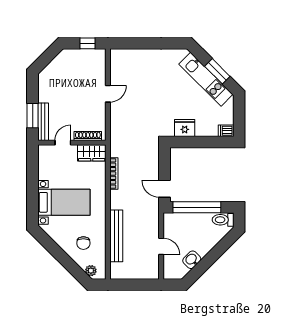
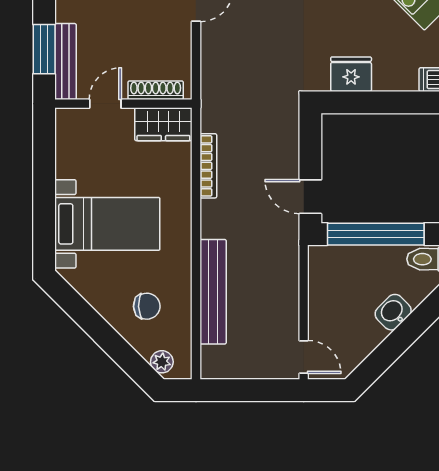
chair: (83, 243) -> (147, 306), turned -92
door: (161, 246) -> (304, 357), moved
washbasin: (192, 260) -> (393, 312), moved

